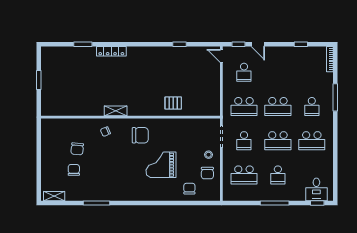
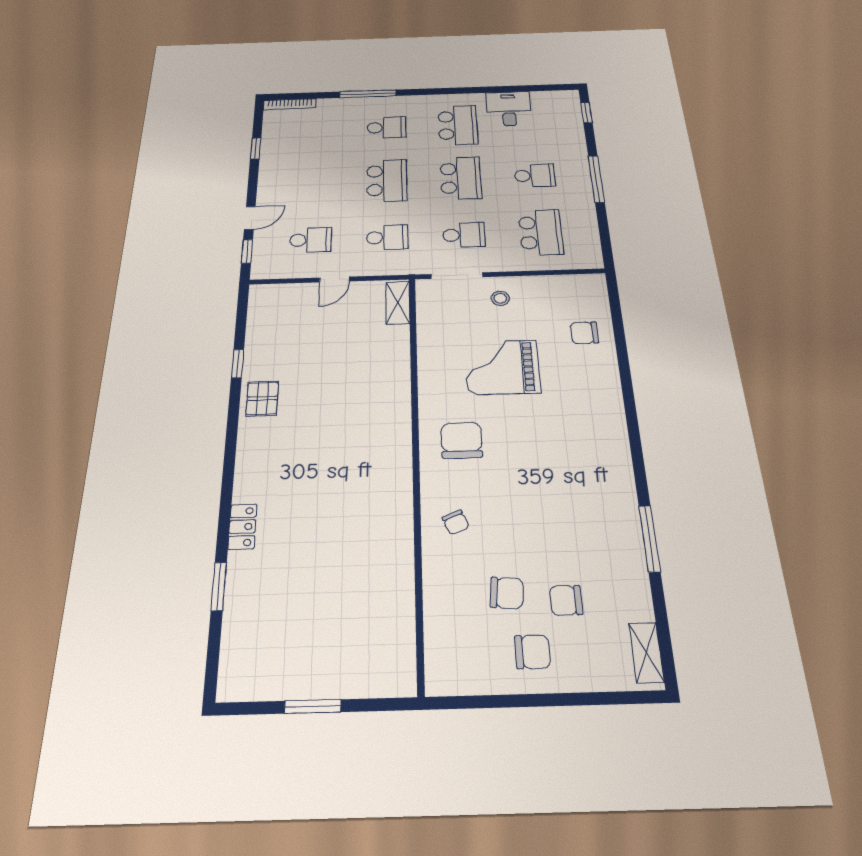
locker: (111, 51) -> (242, 527), width x0.66
door: (221, 56) -> (334, 279), moved
pallet: (173, 103) -> (262, 398), moved
school desk: (244, 107) -> (387, 237), width x0.54
shelving: (116, 111) -> (398, 303), moved
grand piano: (161, 165) -> (502, 367), moved, turned 90
chair: (207, 173) -> (533, 652), moved
desk: (316, 189) -> (509, 109), moved, turned -90

